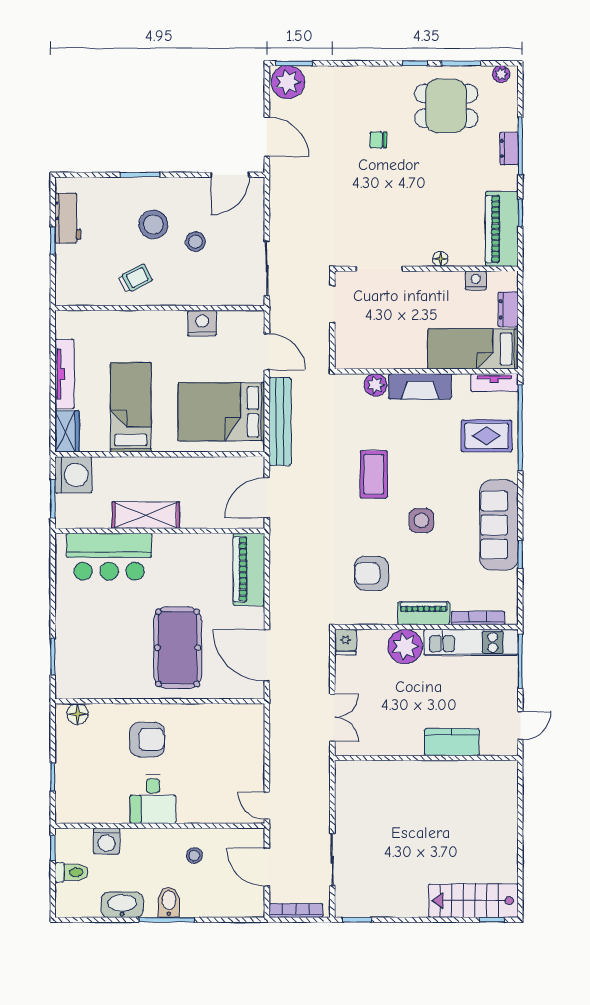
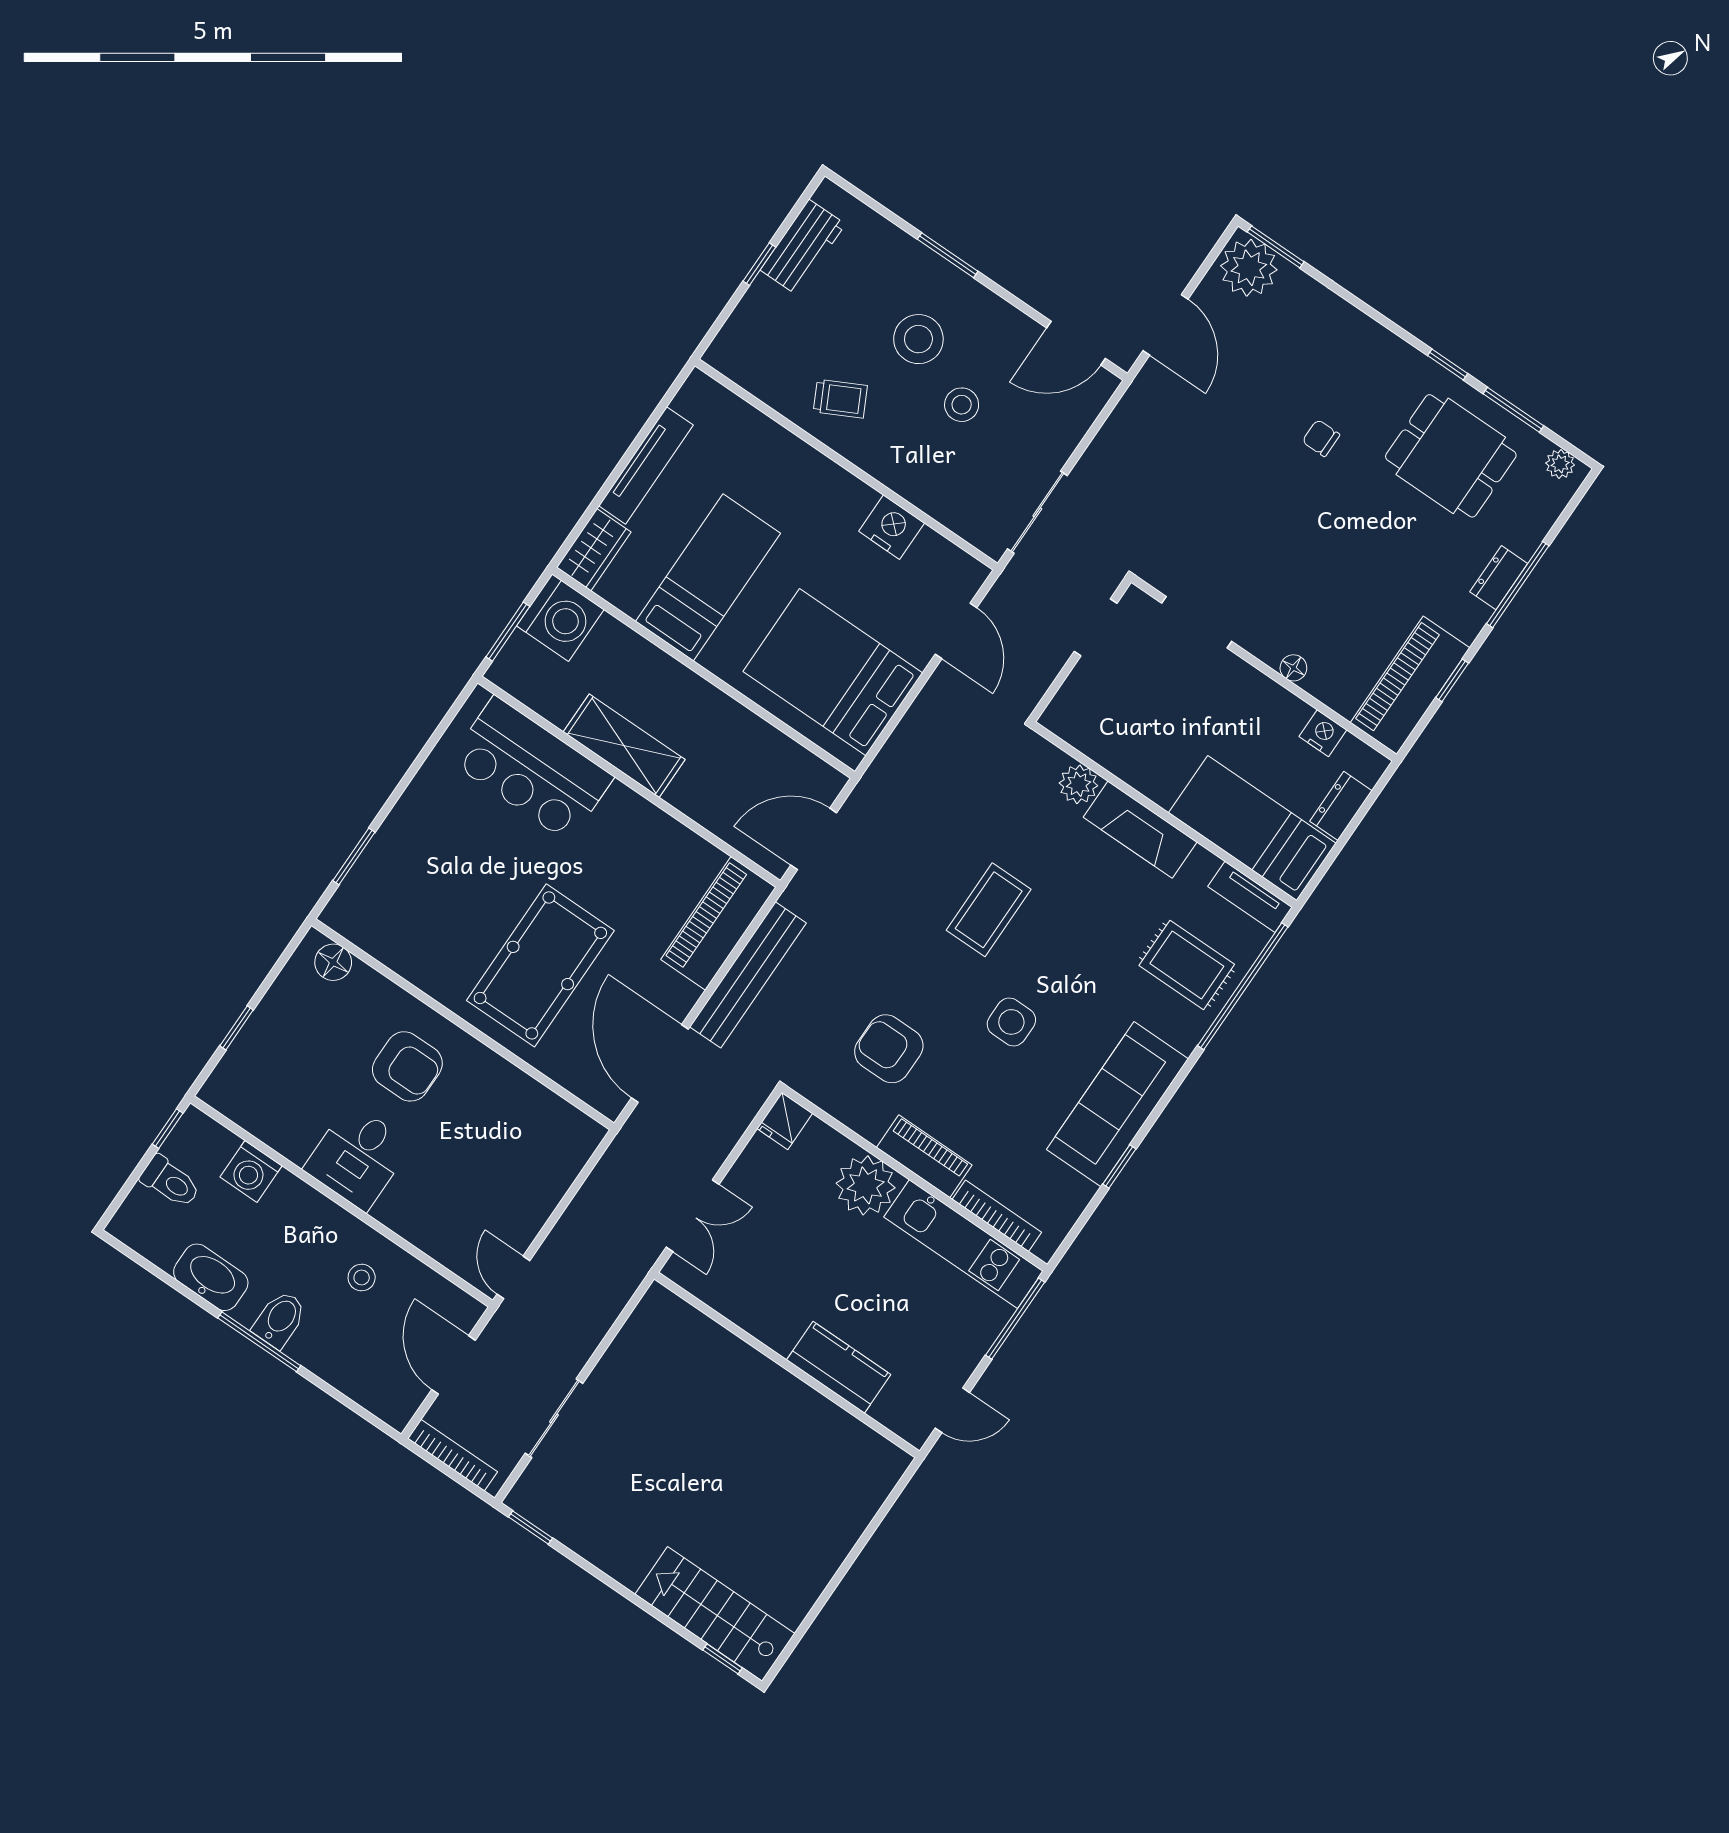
bench: (280, 421) -> (748, 975), moved

